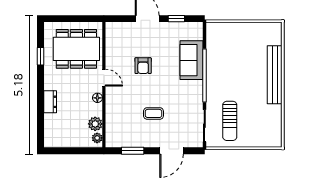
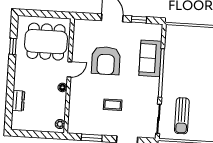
armchair: (143, 66) -> (106, 61), width x1.88, depth x1.88
door: (104, 78) -> (69, 69), hinge flipped
dresser: (50, 102) -> (18, 101), moved
plant: (95, 124) -> (59, 111), removed

